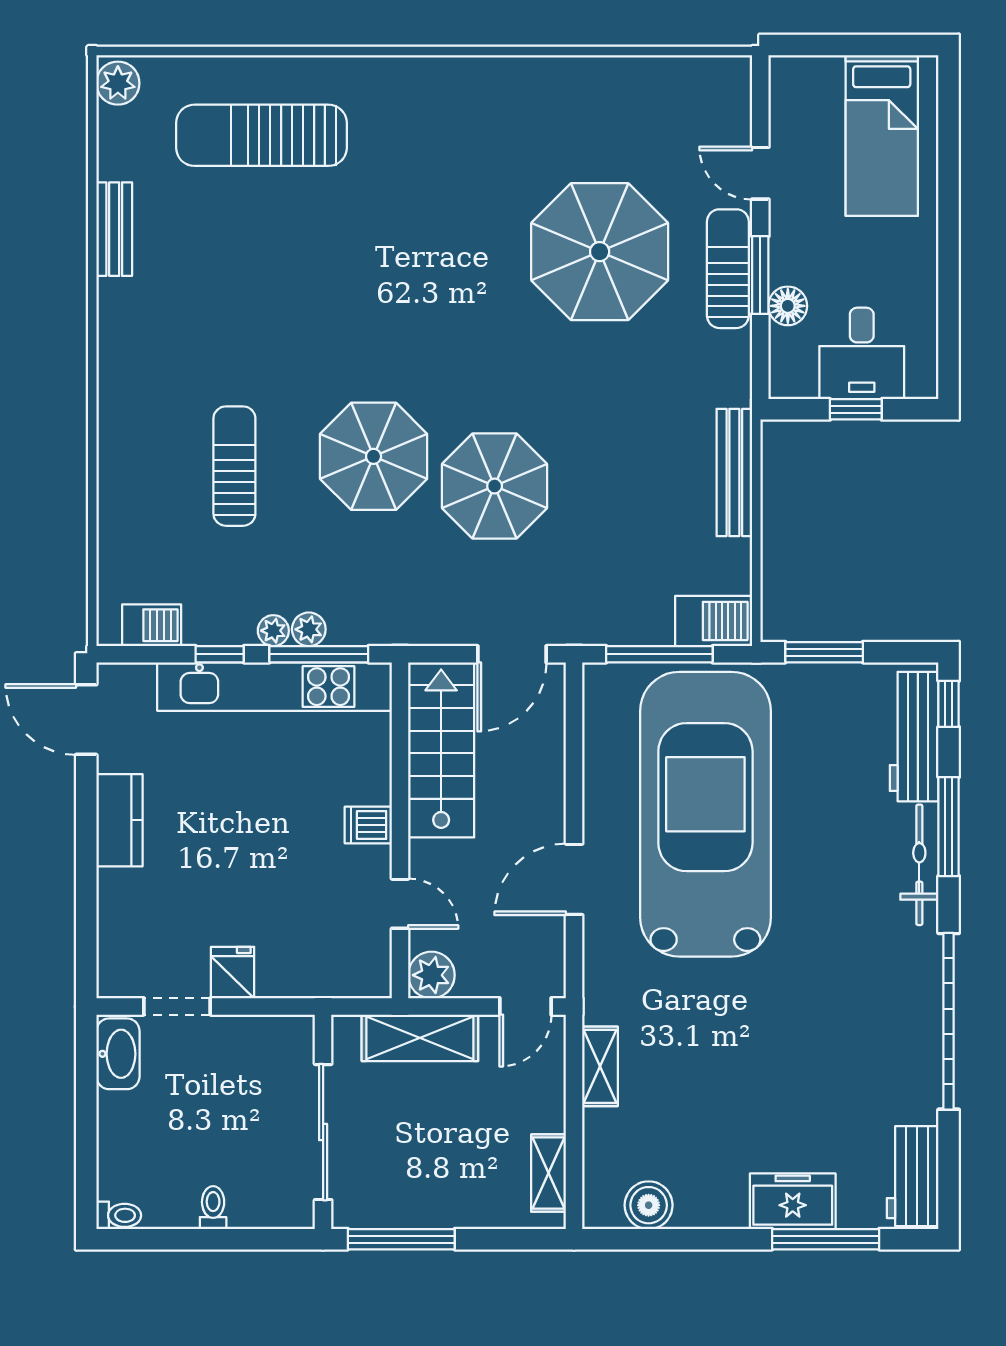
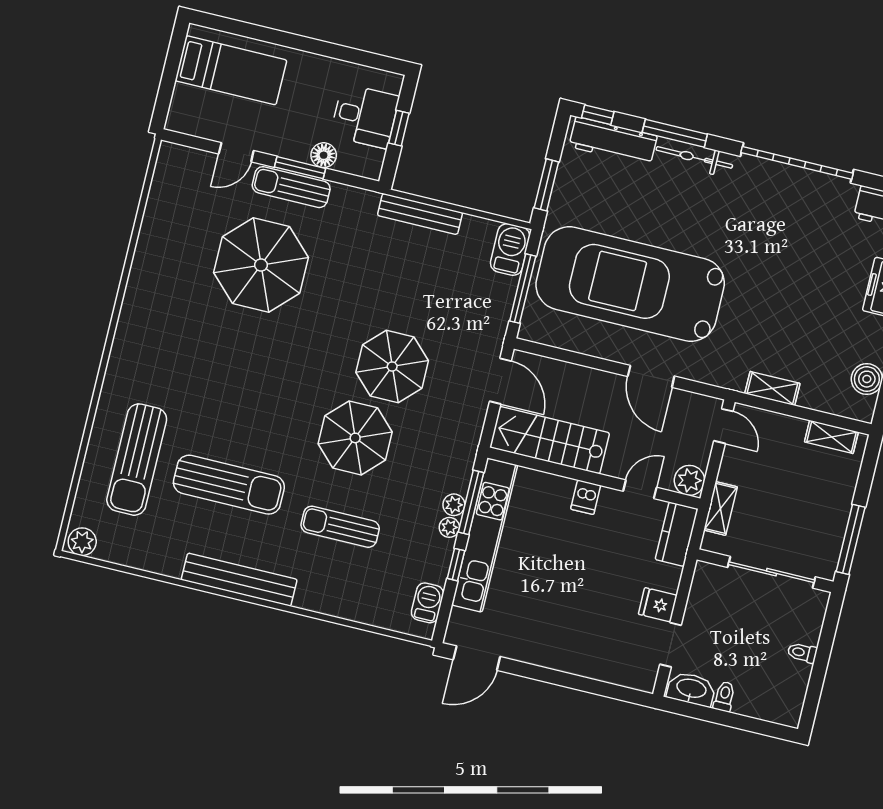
bench: (114, 229) -> (239, 580), moved, width x1.86, depth x1.21
sun lounger: (257, 283) -> (229, 485), added
kitchen counter: (119, 820) -> (677, 534), moved, turned -90
shelving: (420, 1038) -> (720, 508), width x0.67, depth x0.75
toilet: (119, 1215) -> (724, 696), moved

